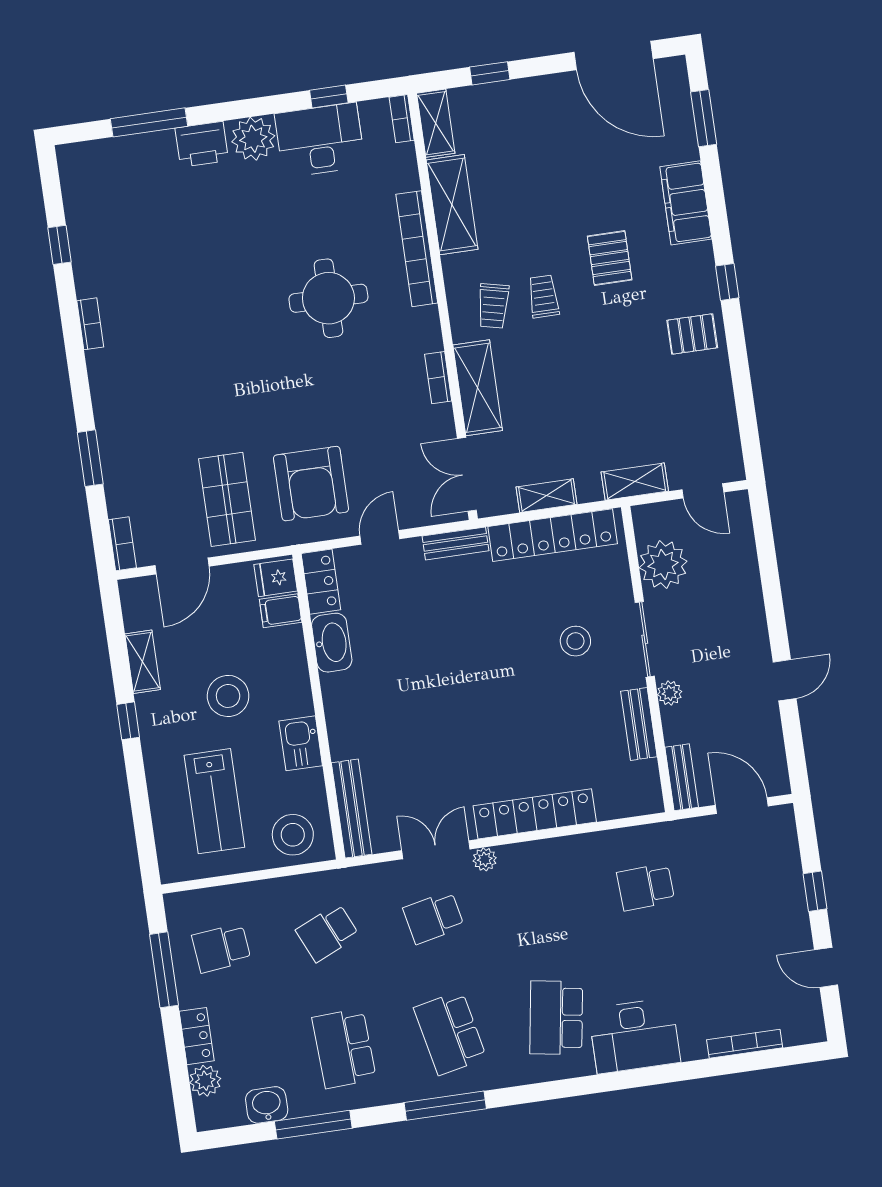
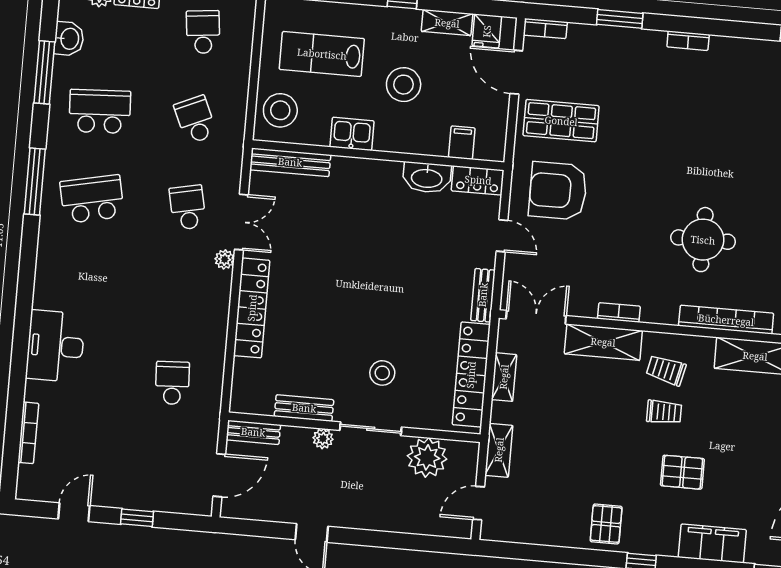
bookcase: (90, 324) -> (688, 41), moved
fridge: (276, 578) -> (487, 31), moved, turned 180
school desk: (556, 1018) -> (84, 287), removed

